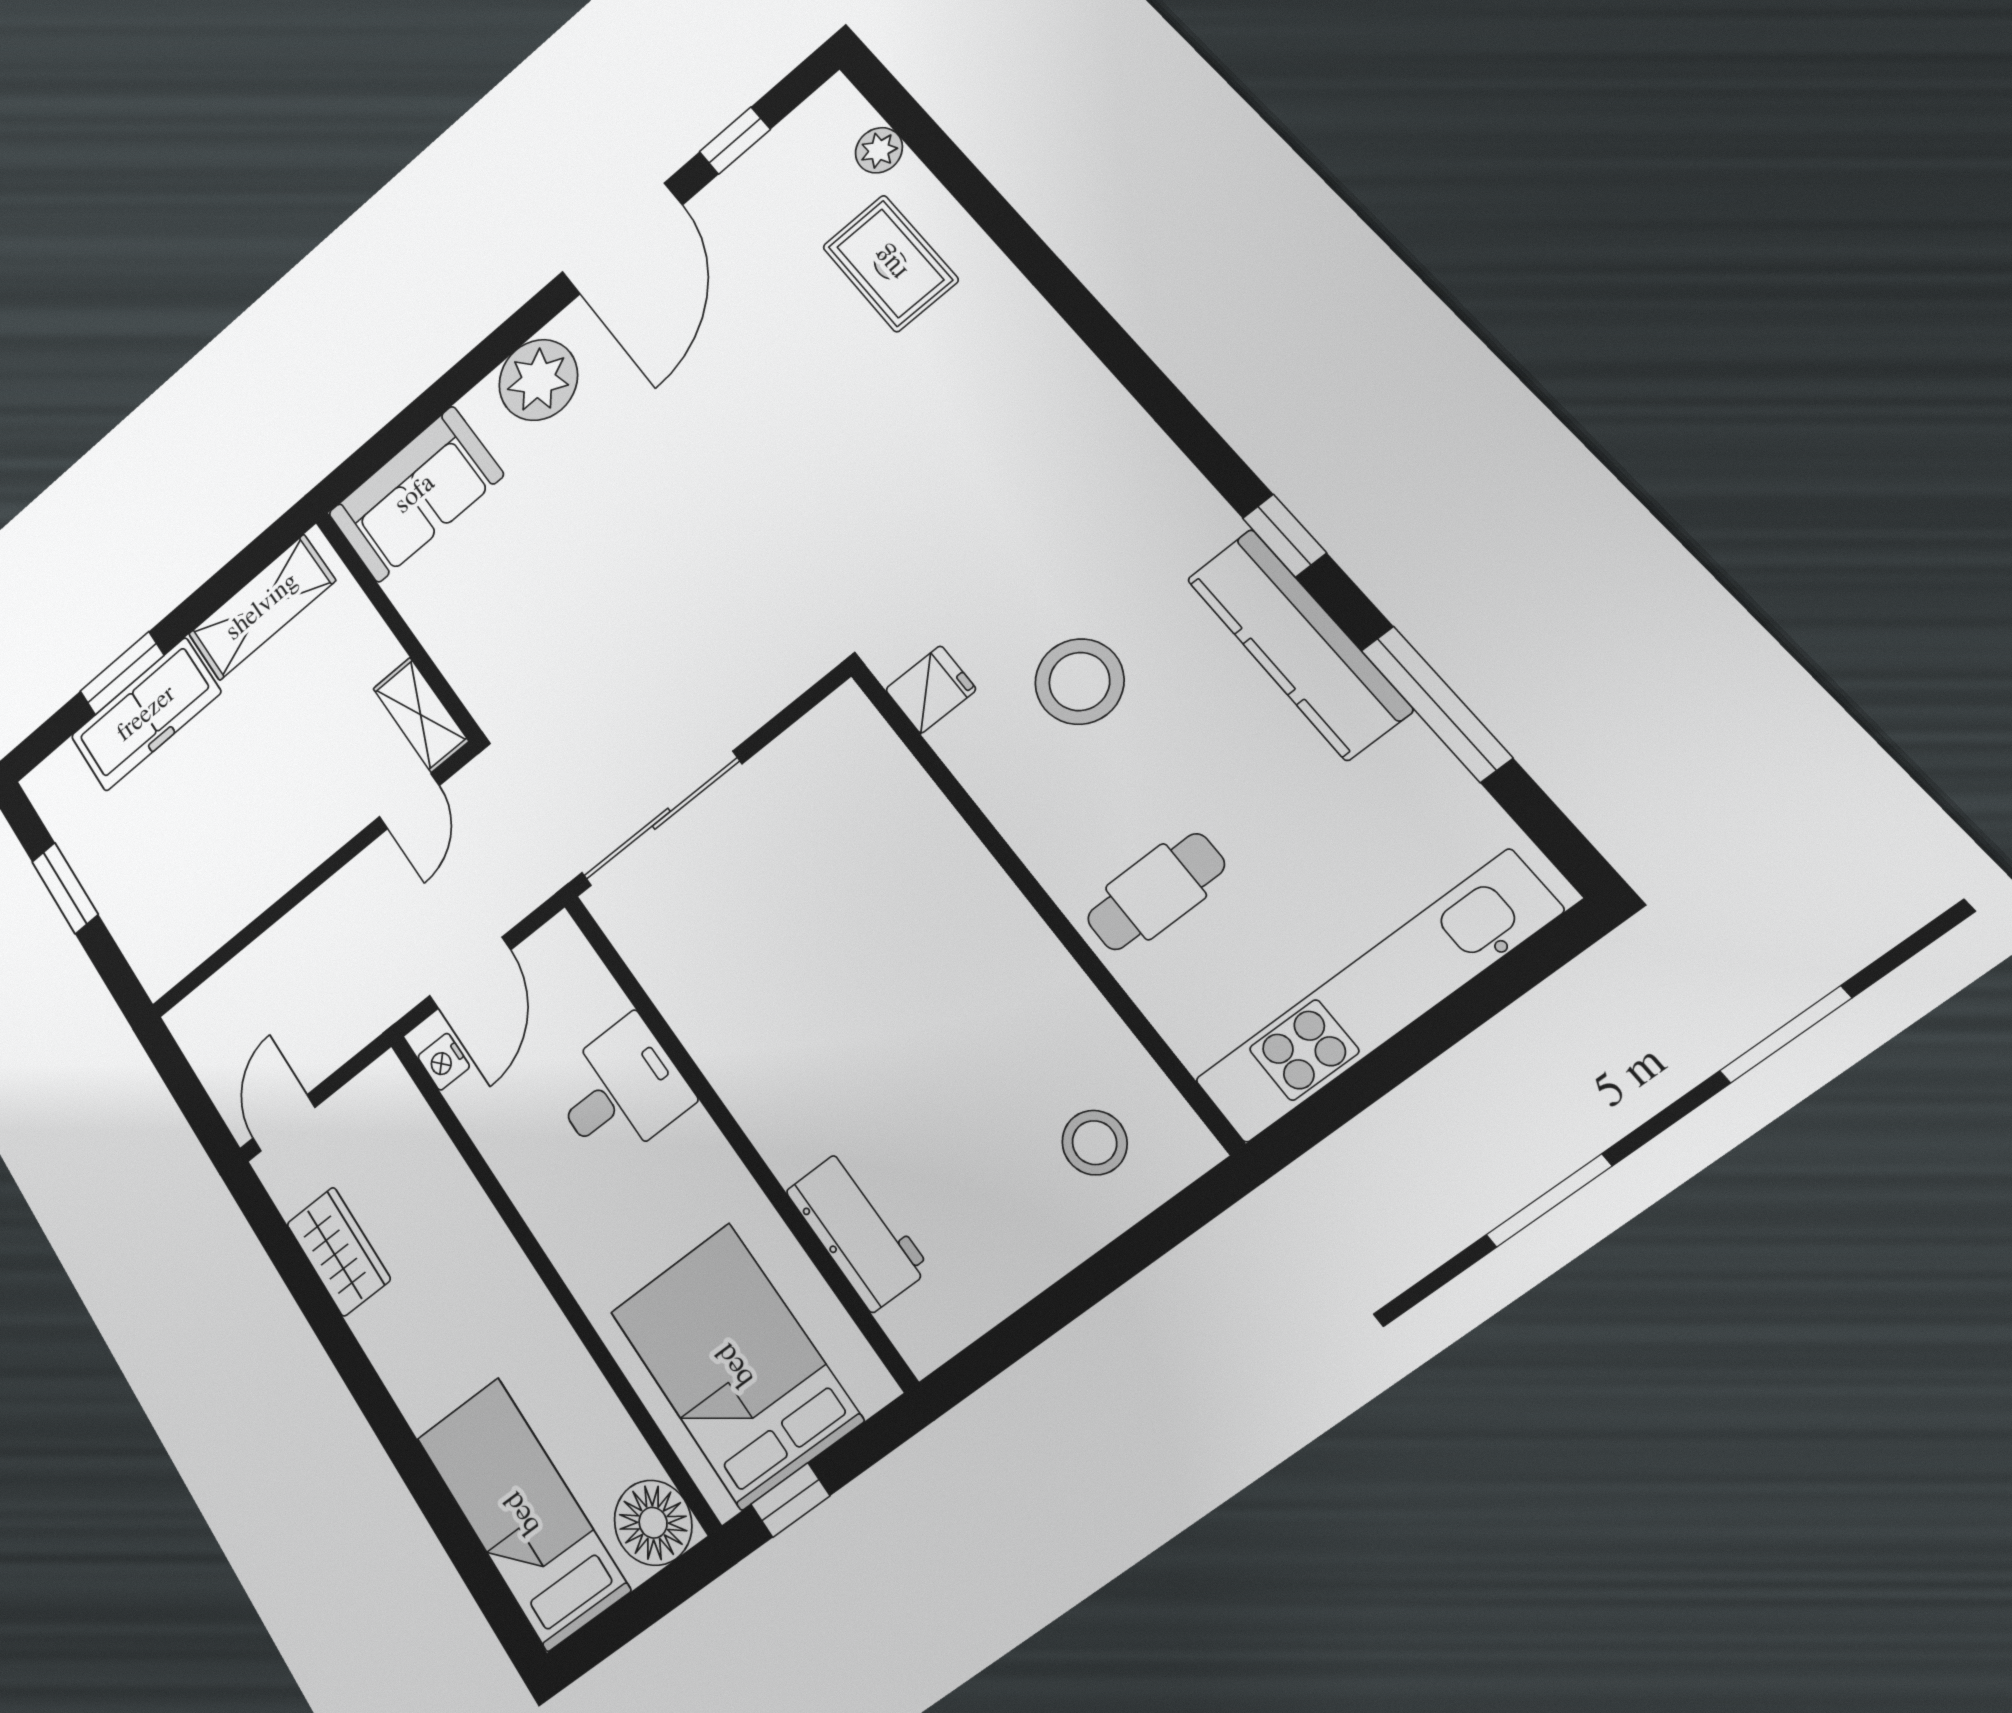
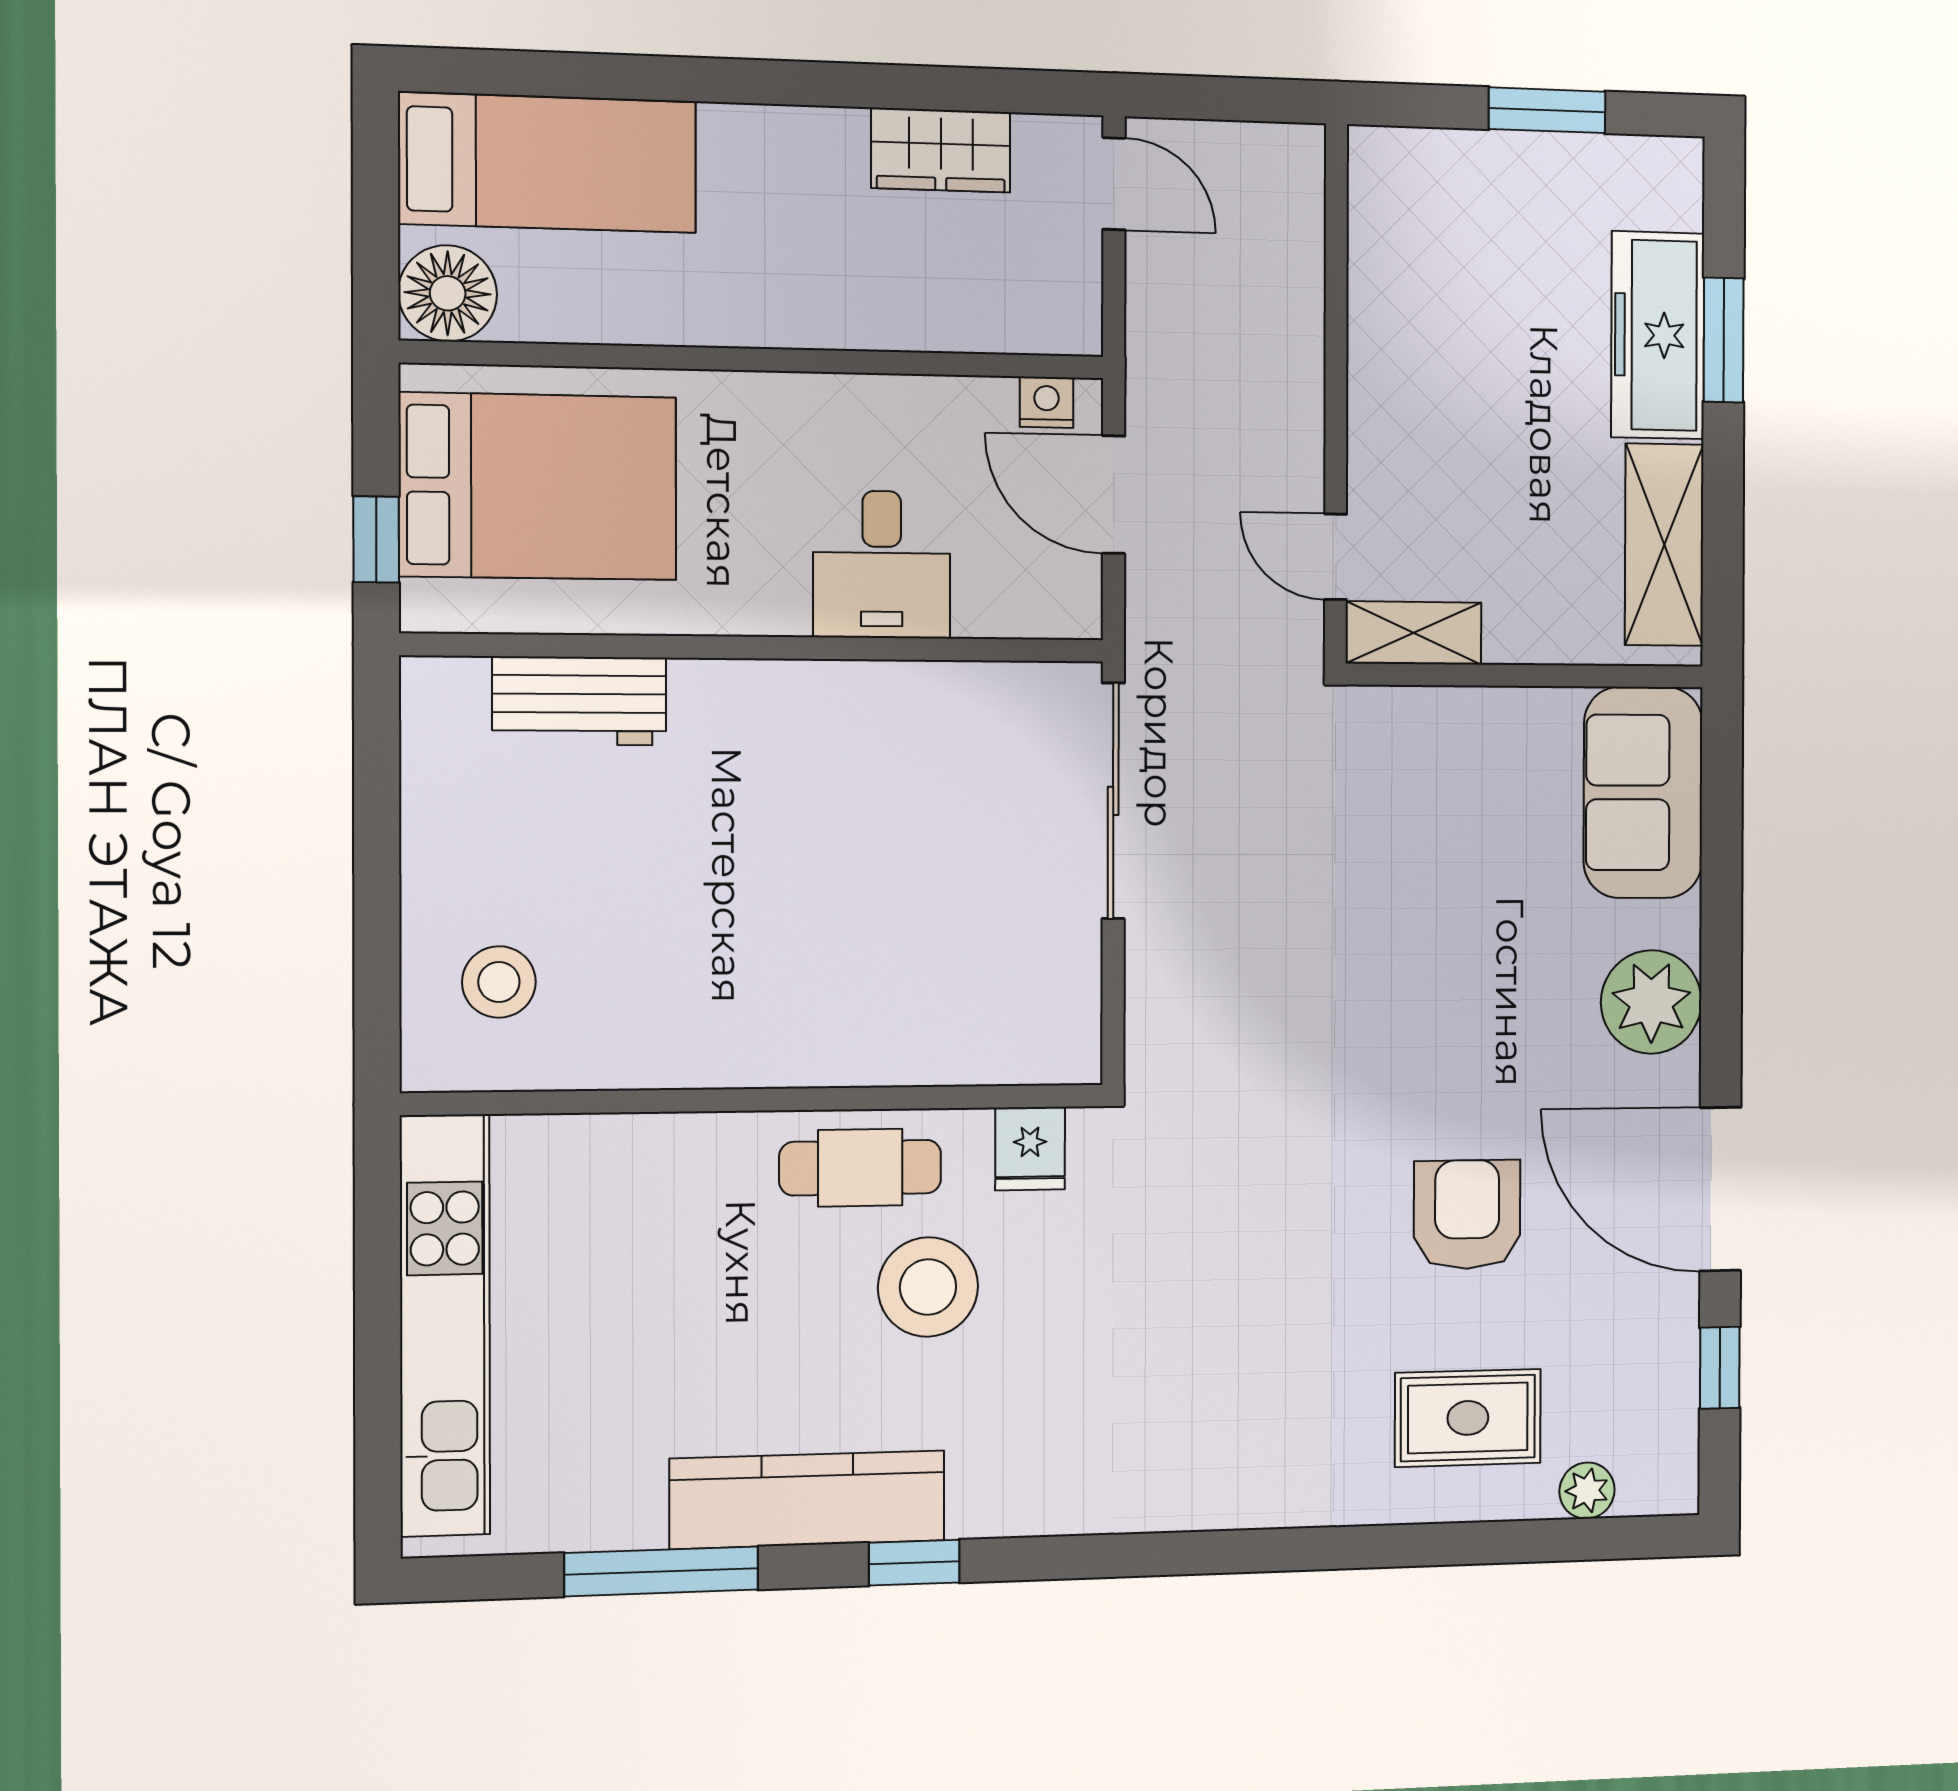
armchair: (757, 377) -> (1467, 1215), added
cafe table: (1156, 892) -> (860, 1168), moved, turned 90
window: (790, 1500) -> (376, 539), moved

